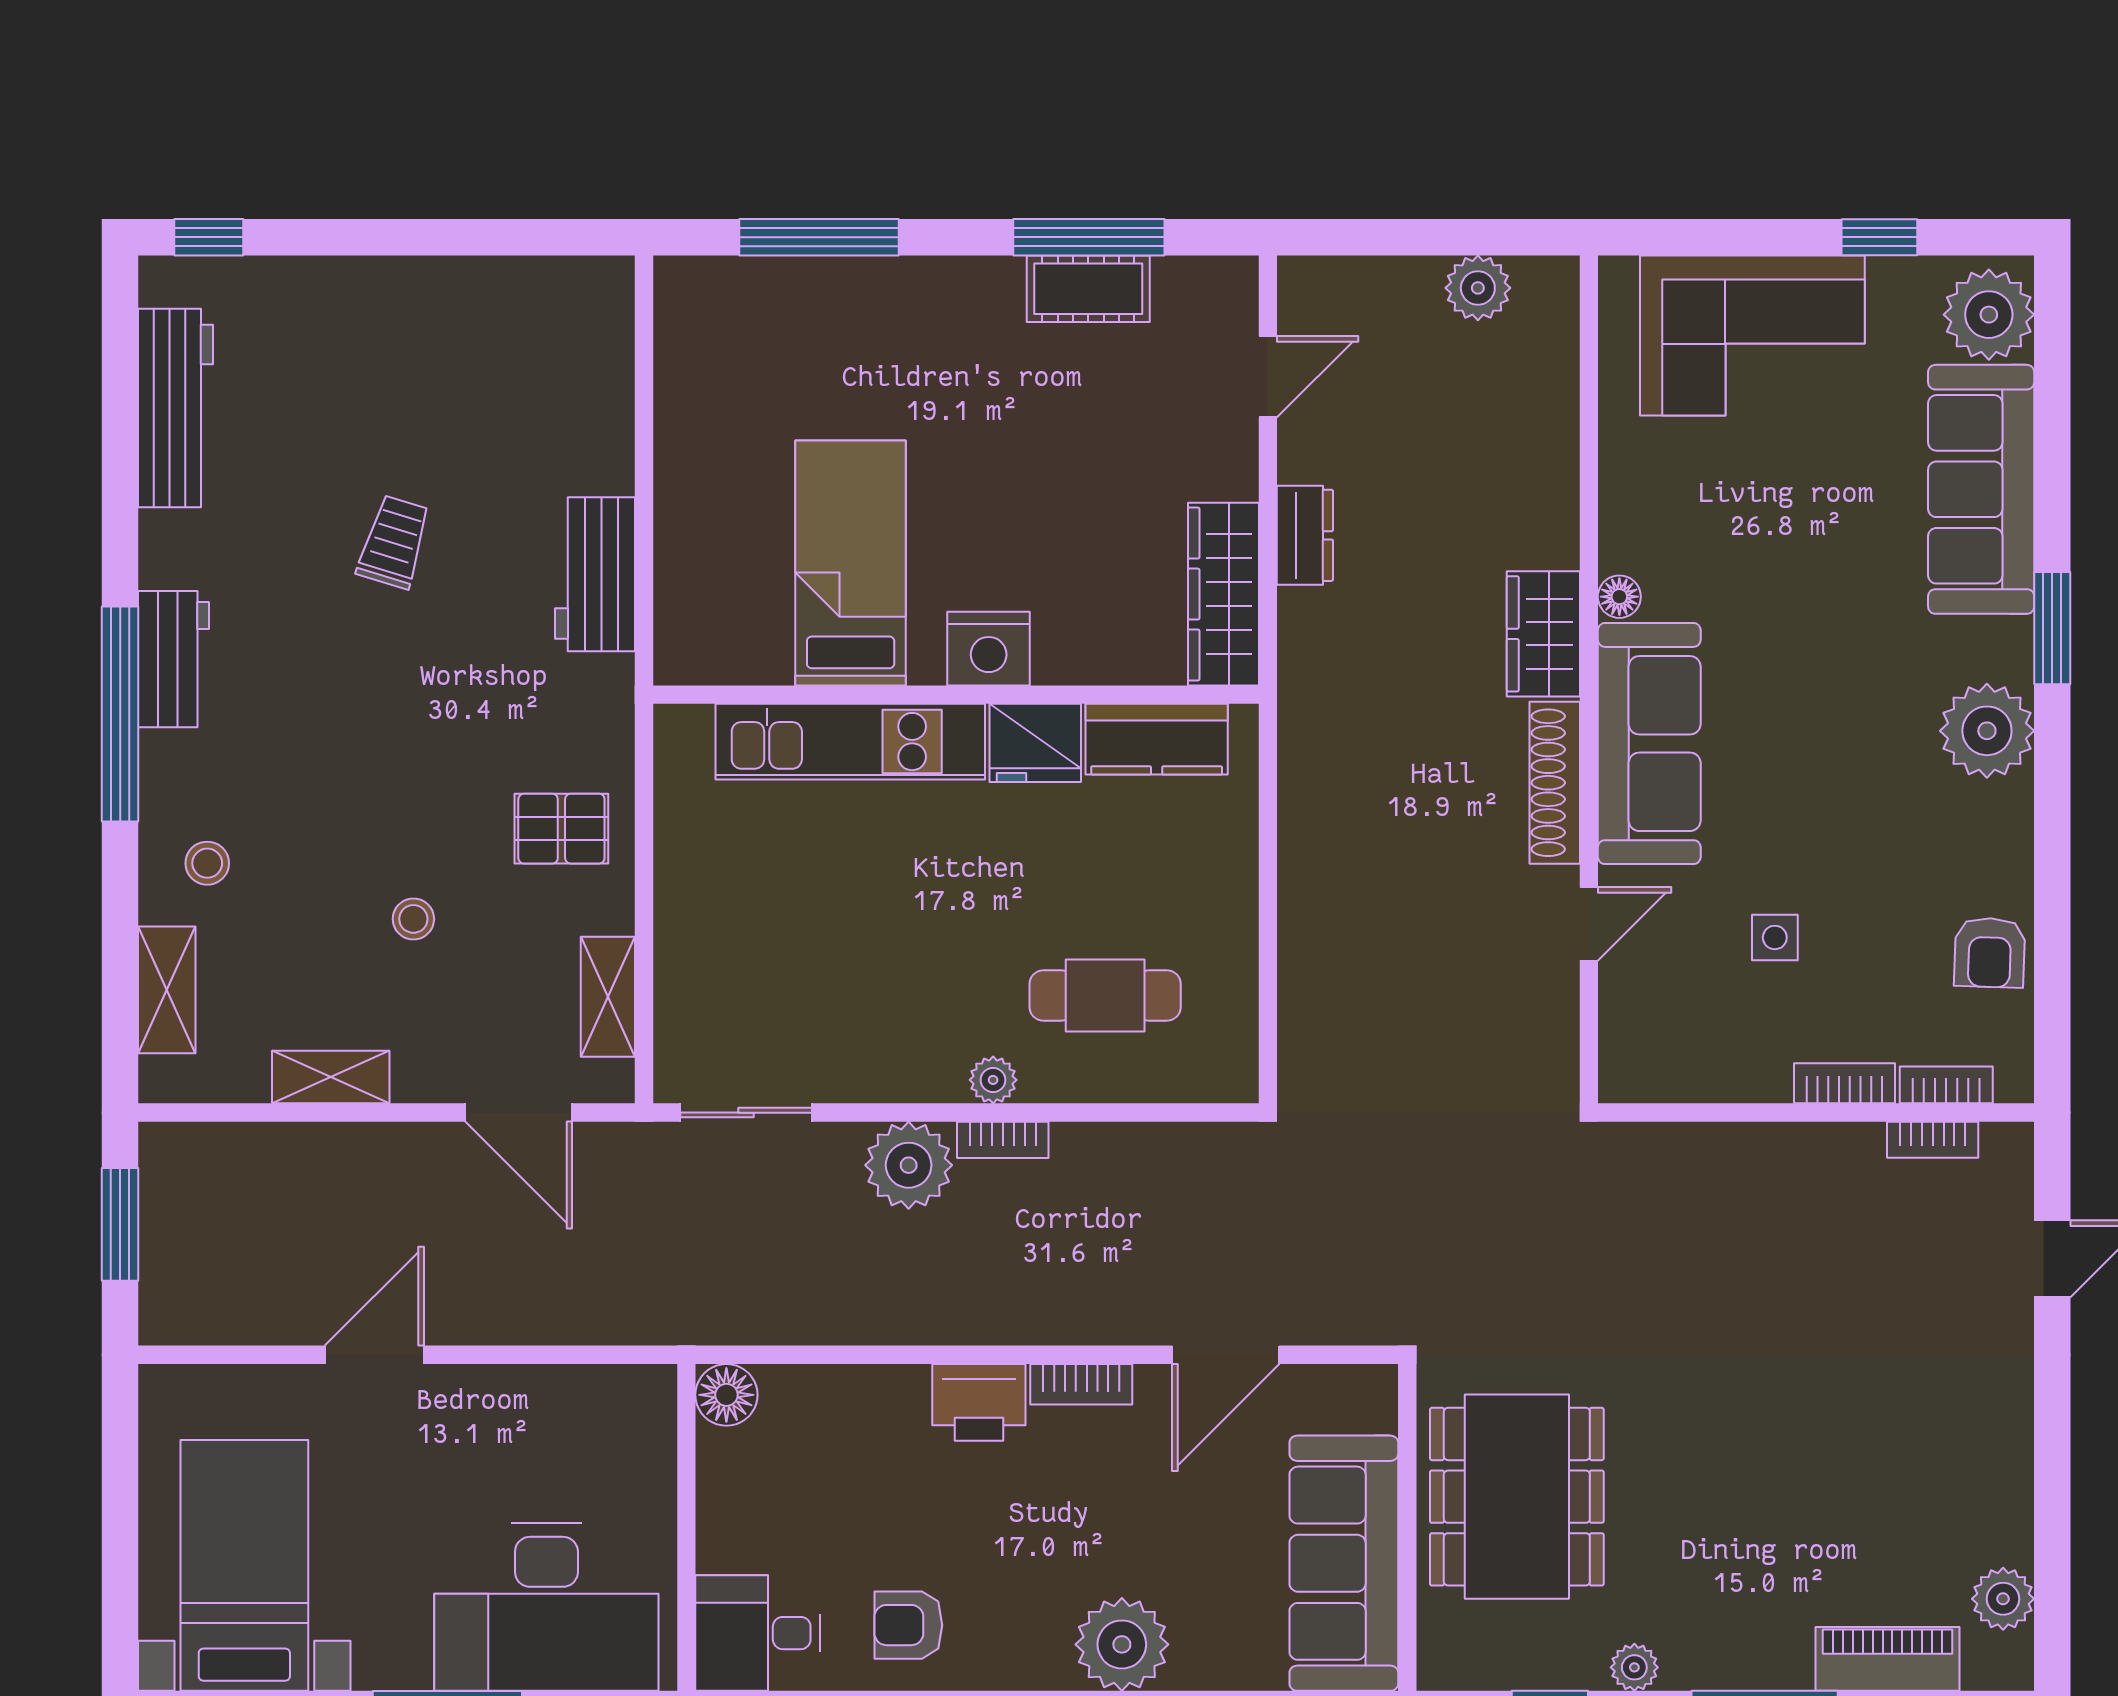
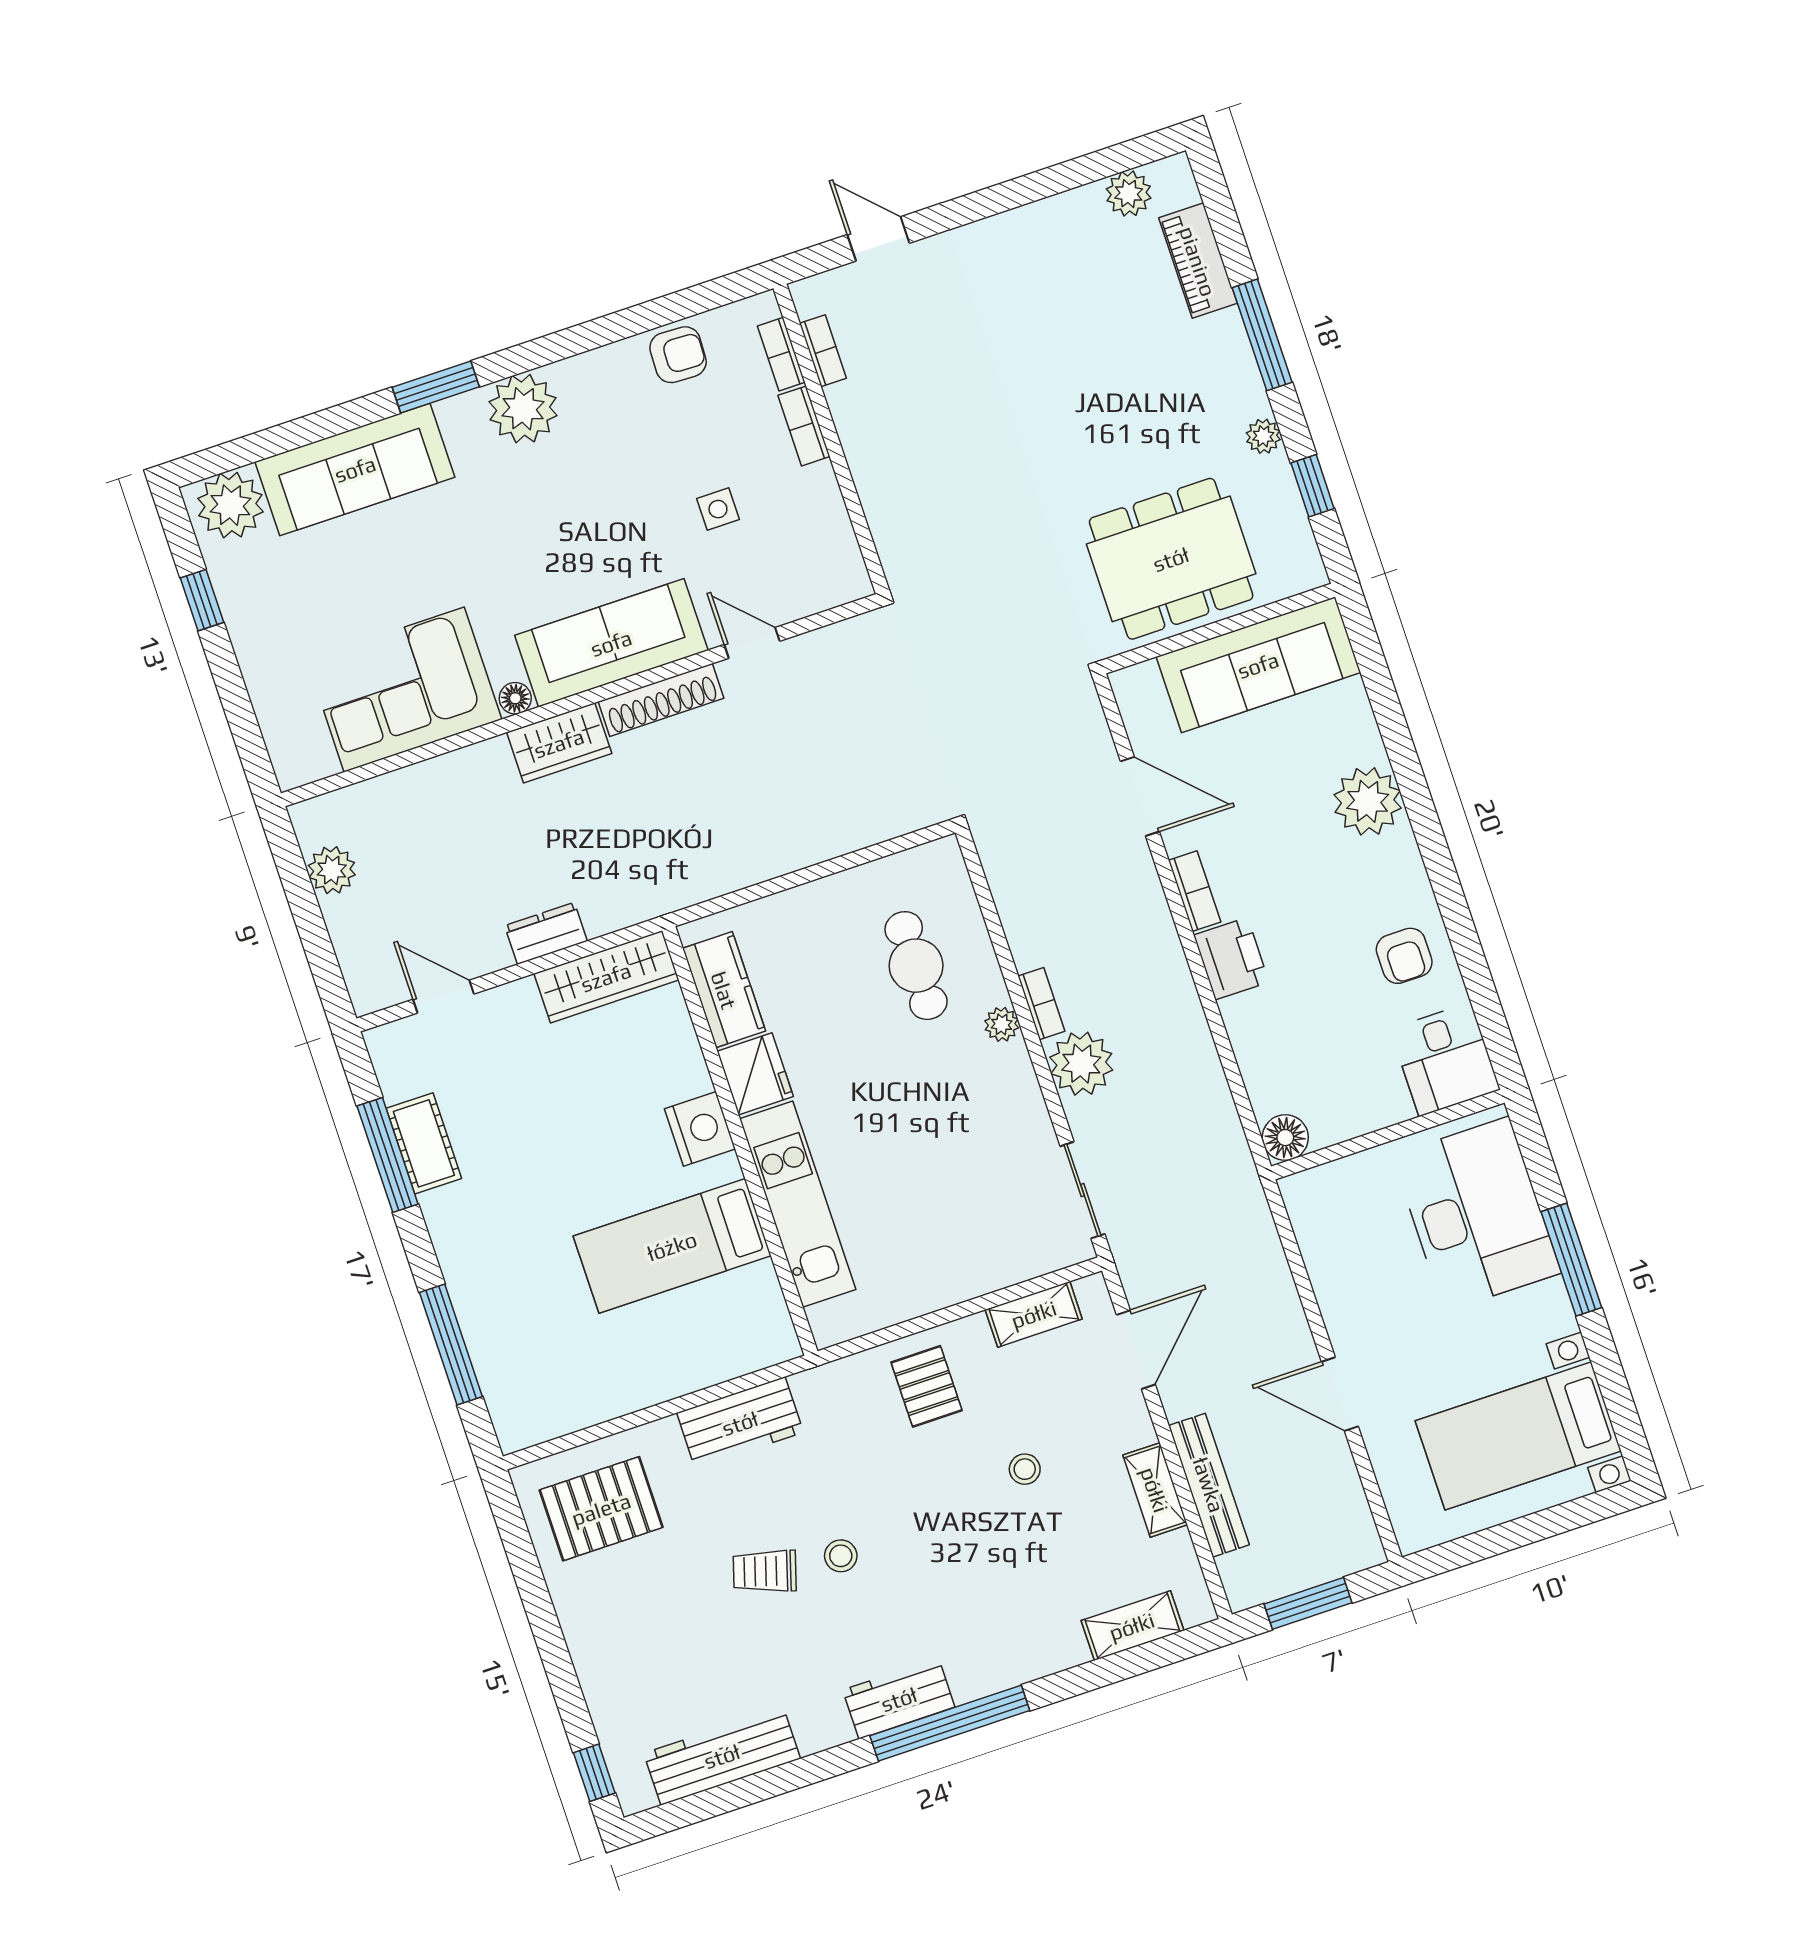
corner sofa: (1752, 336) -> (404, 690), moved, turned -90
pallet: (544, 359) -> (601, 1509), added
stool: (207, 863) -> (841, 1556), moved
bench: (314, 1148) -> (1209, 1485), added

